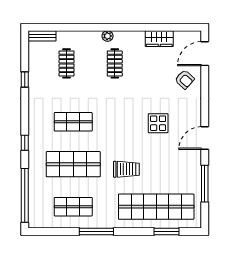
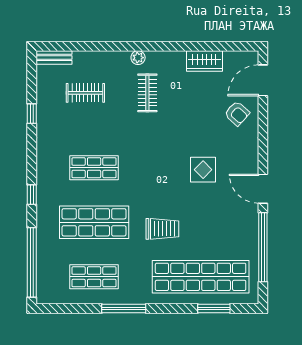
clothes rail: (67, 63) -> (85, 93), turned 90
door: (205, 138) -> (263, 189), hinge flipped
window: (205, 184) -> (263, 247), width x1.46

